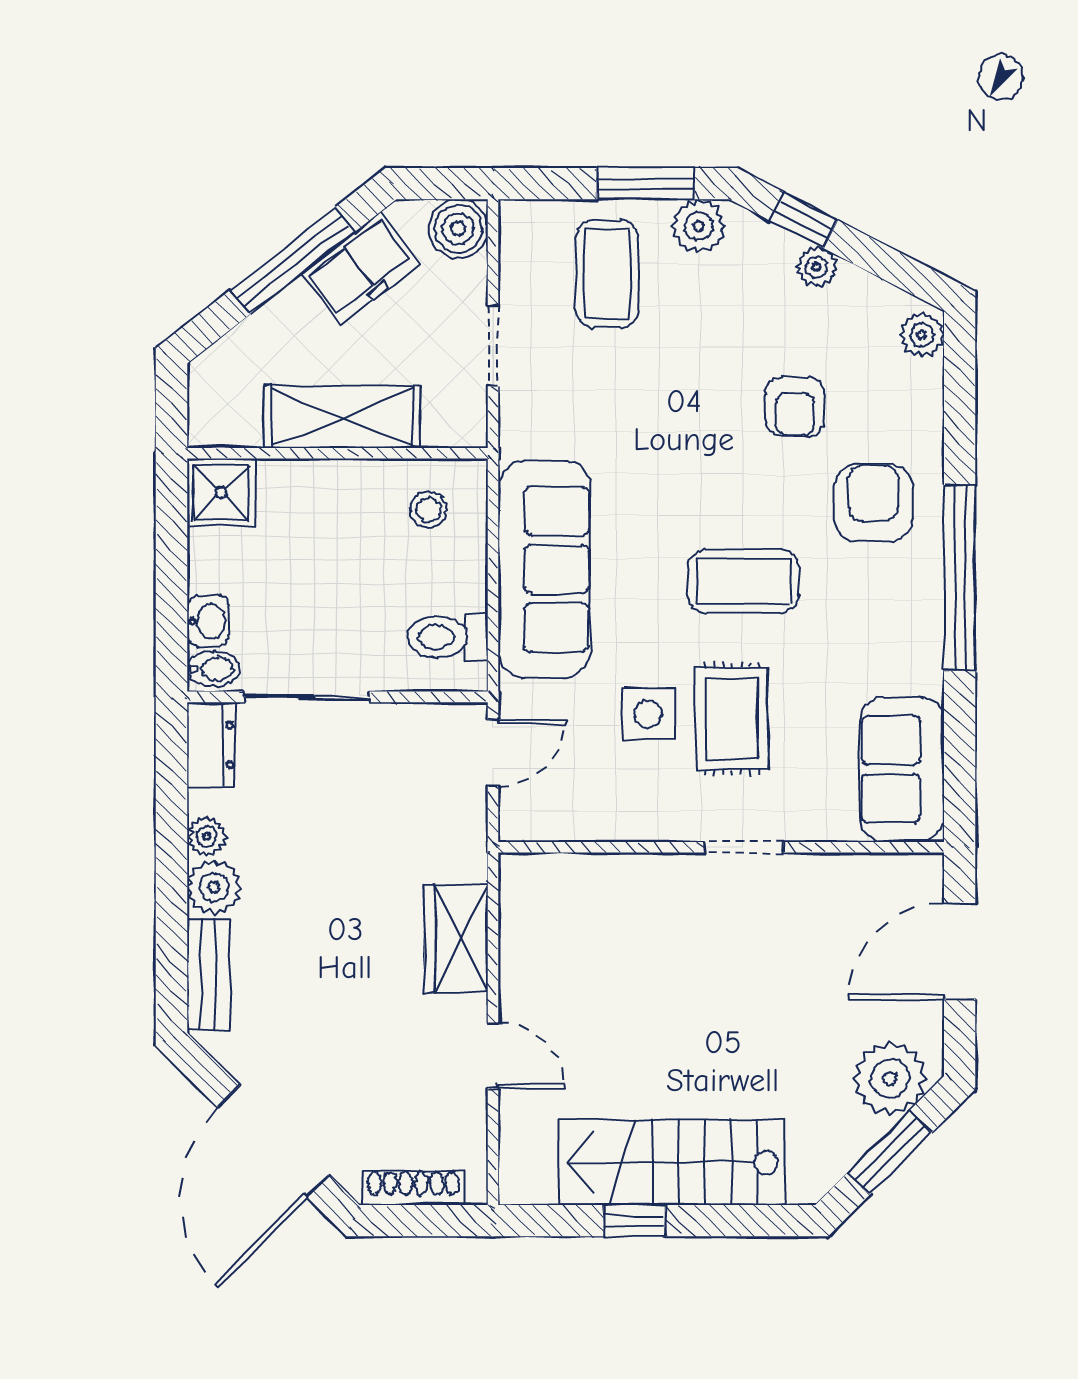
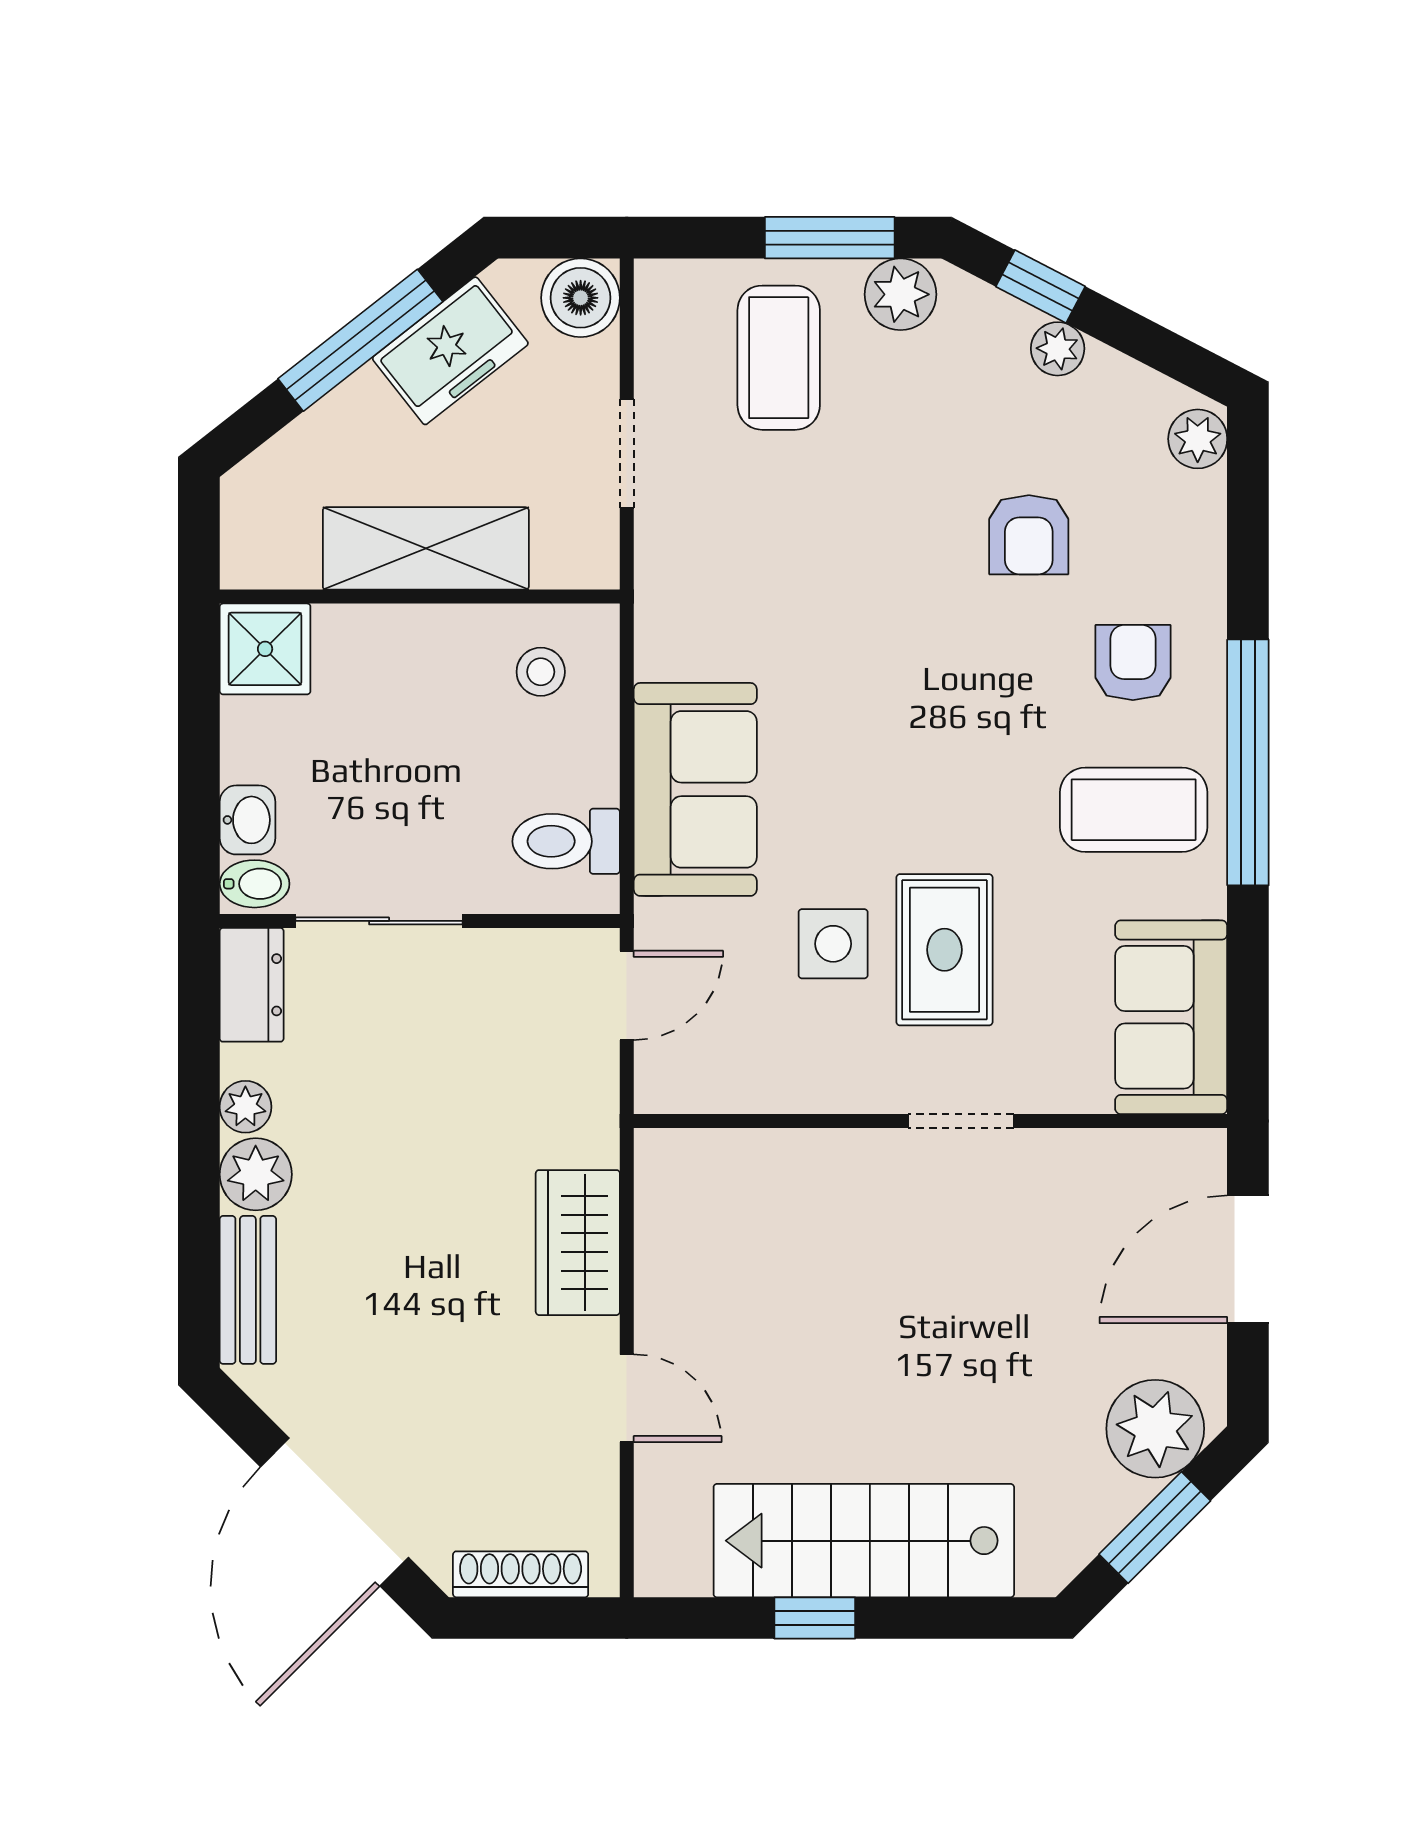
armchair: (873, 503) -> (1133, 663), width x0.72, depth x0.72
sofa: (544, 569) -> (695, 789), width x0.73
coffee table: (743, 581) -> (1134, 810), moved

